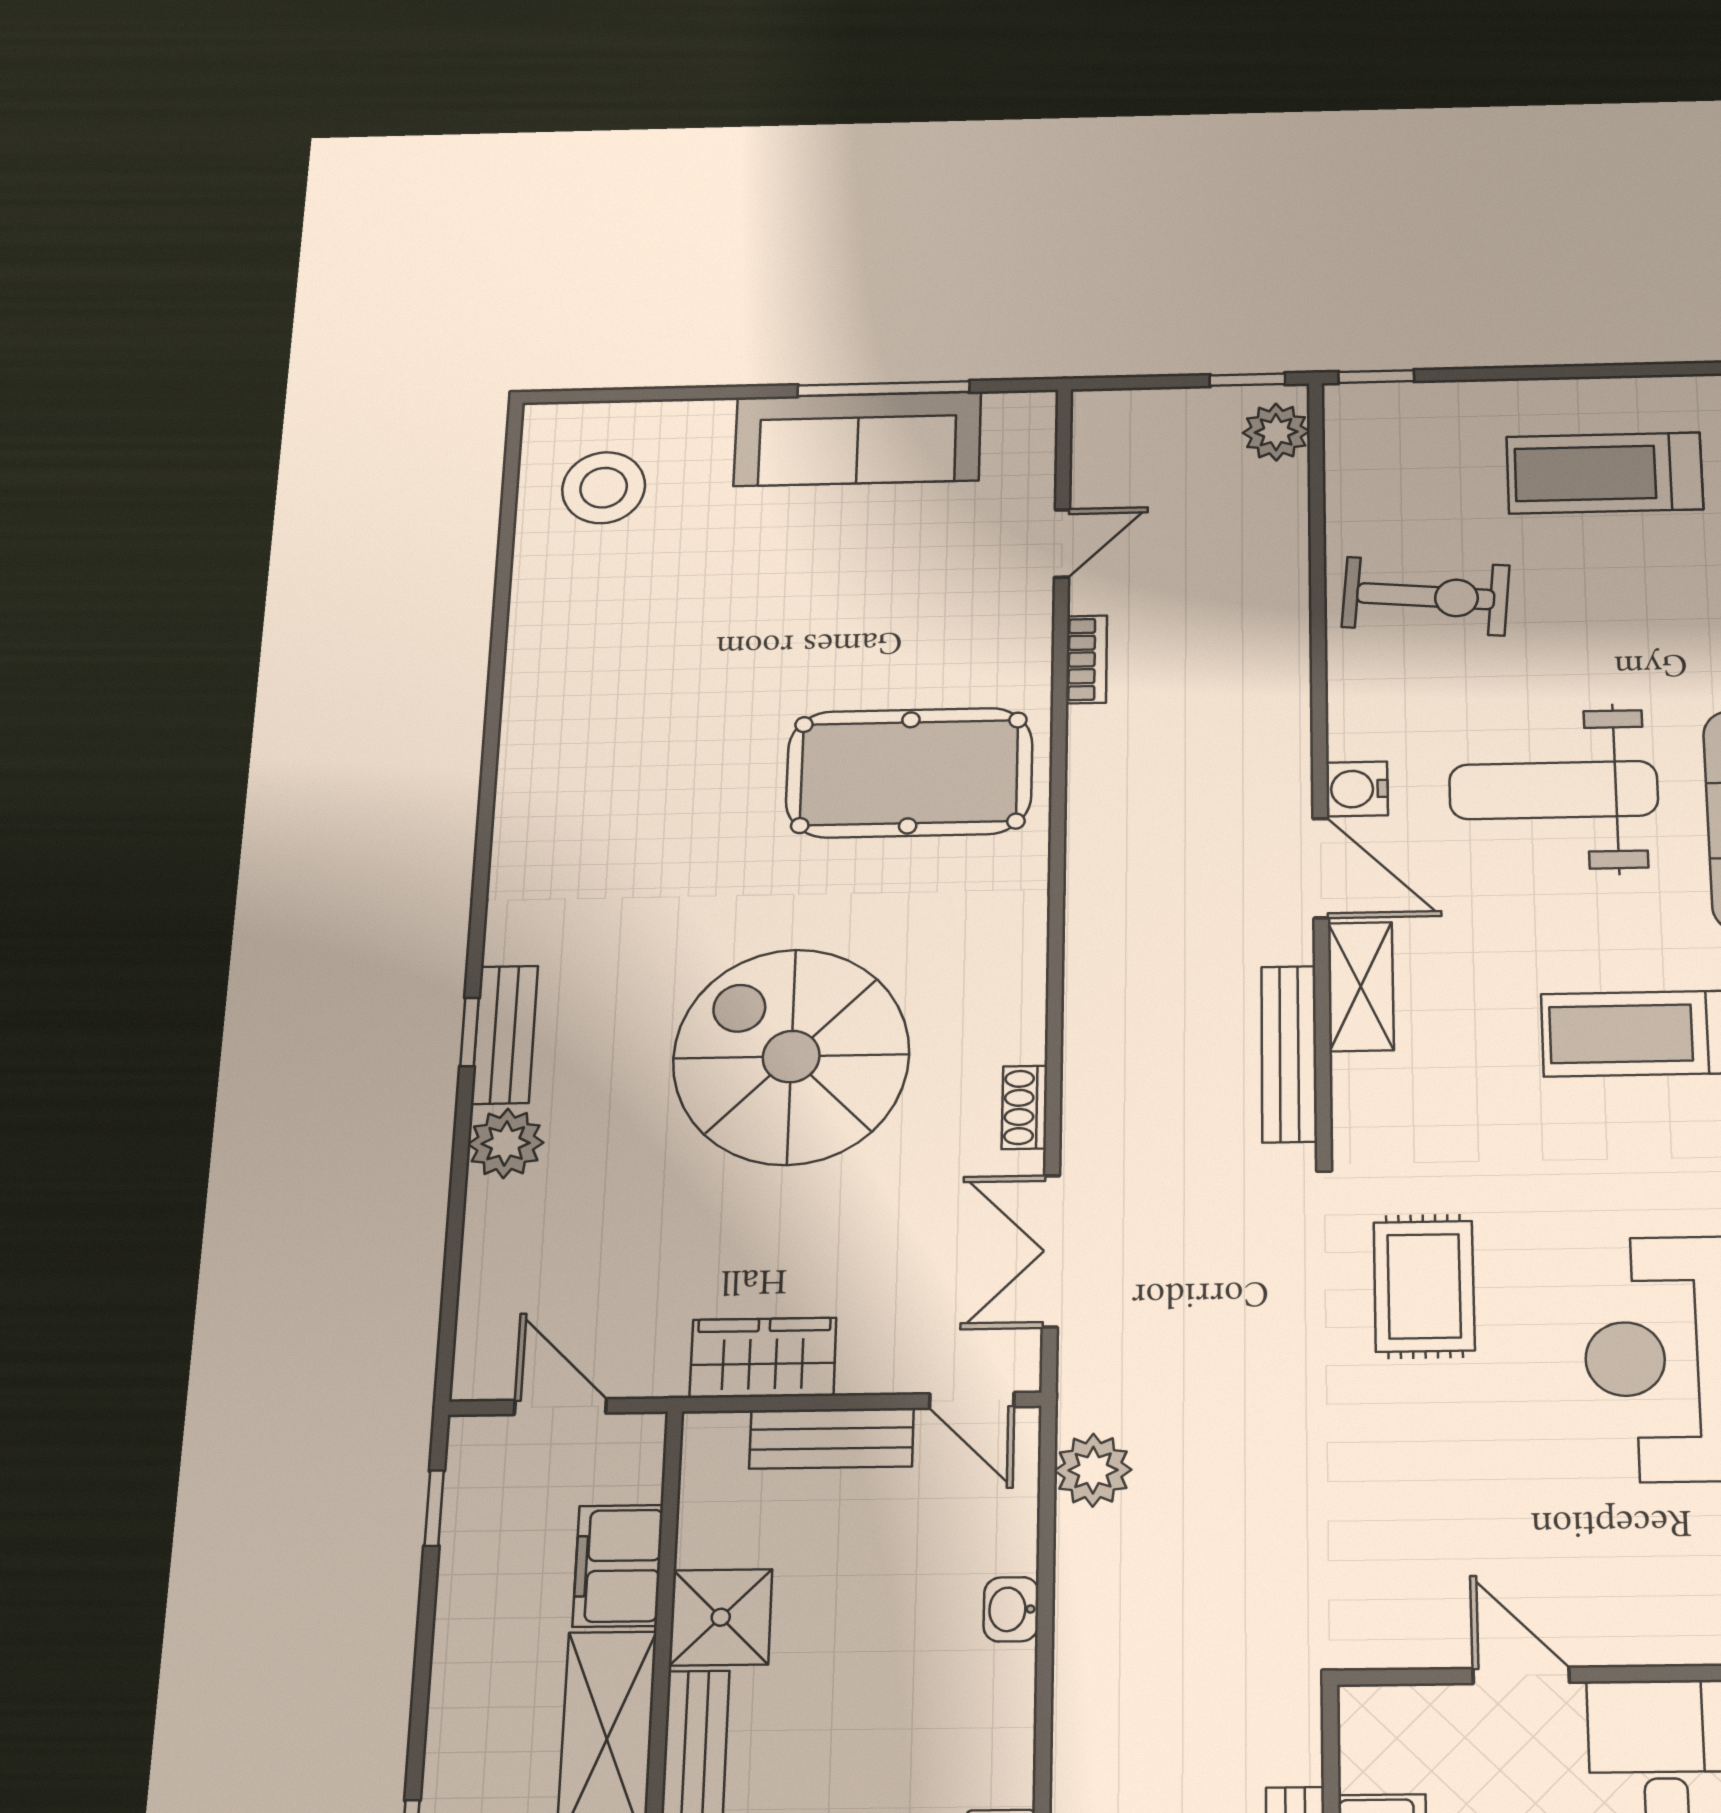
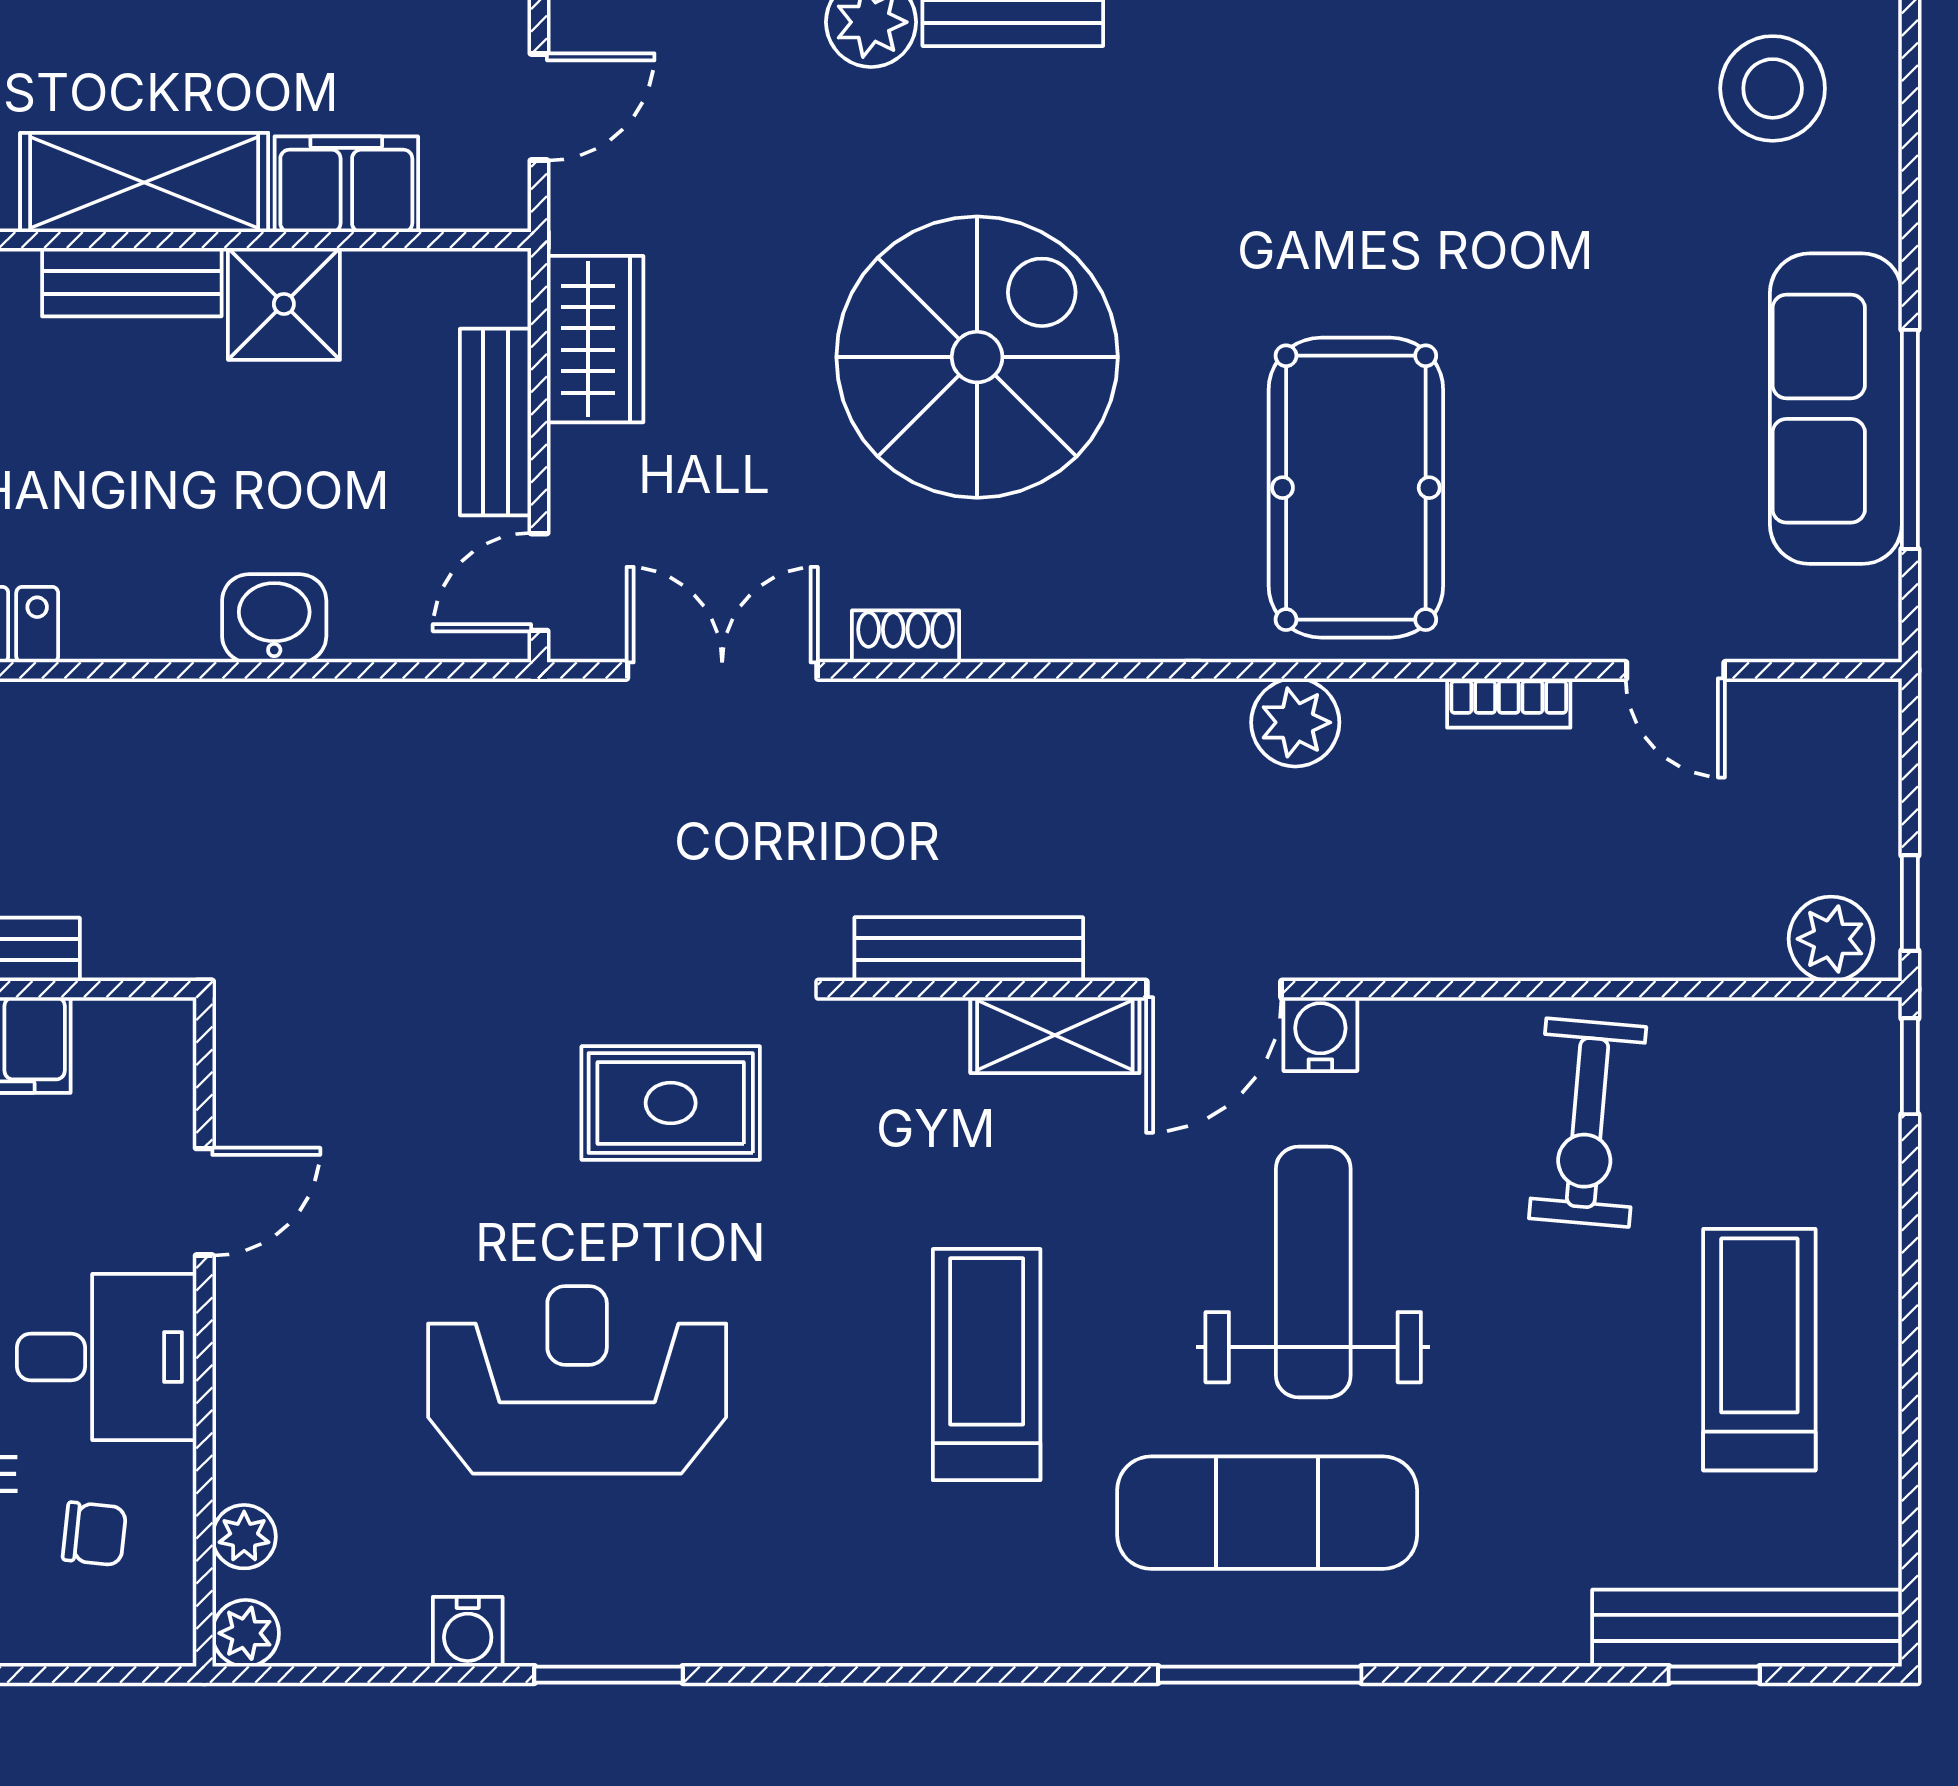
plant: (1093, 1470) -> (1295, 722), moved
washbasin: (1011, 1609) -> (274, 618), width x1.38, depth x1.45

